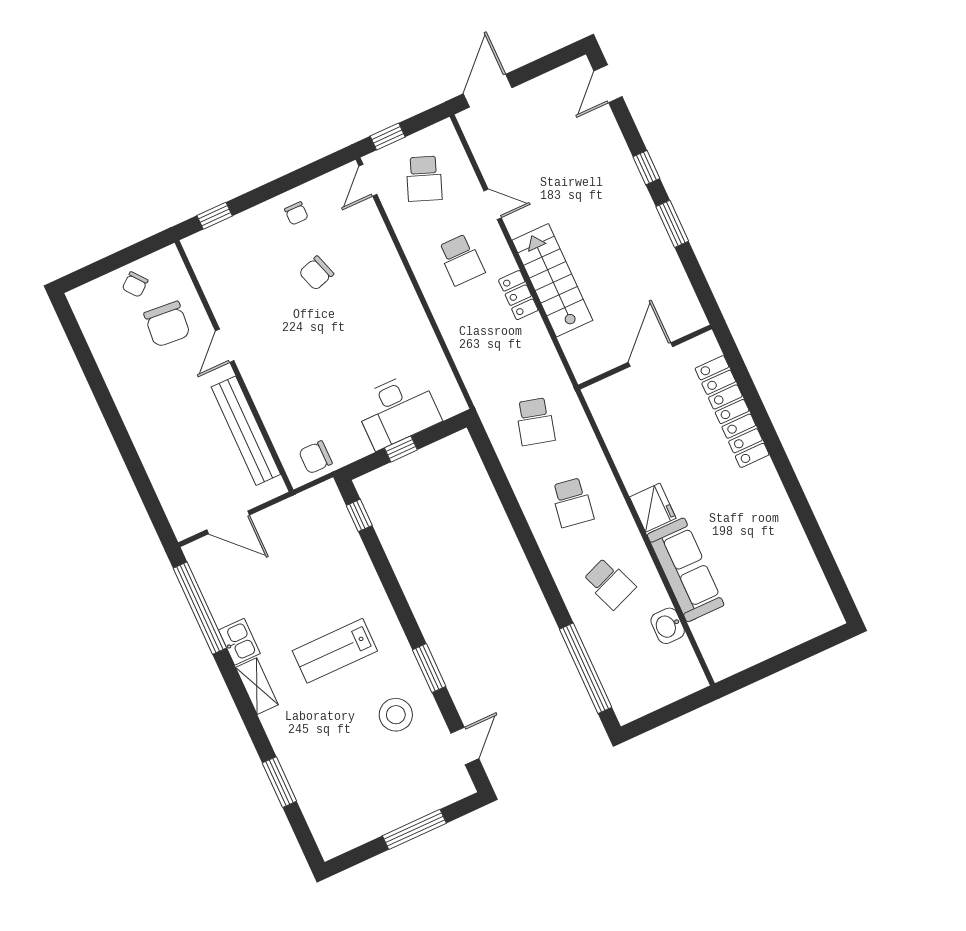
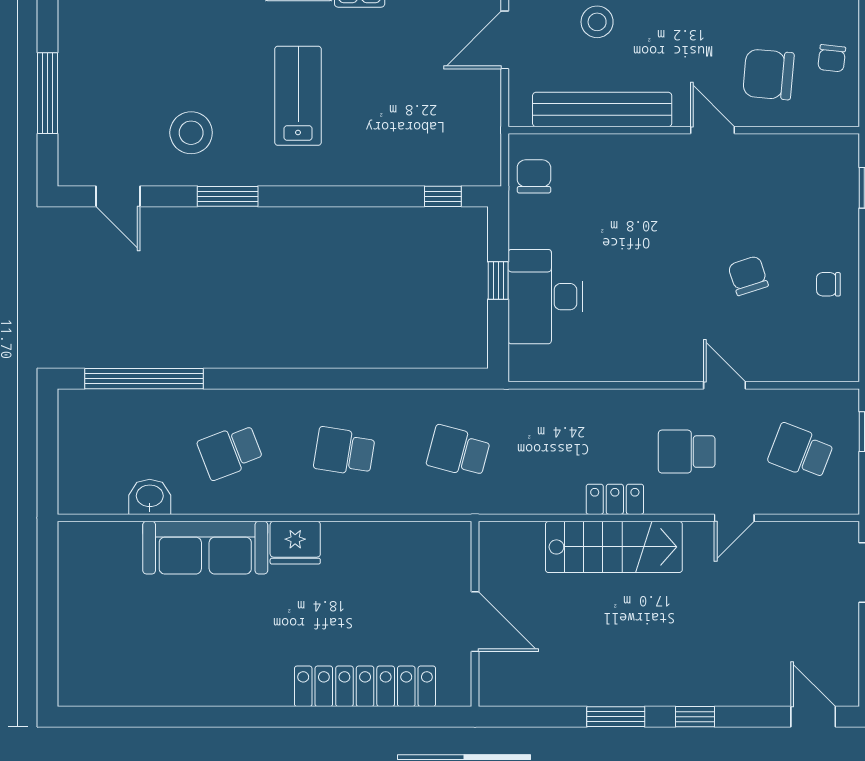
door: (368, 180) -> (725, 385), moved
chair: (135, 284) -> (832, 58), turned -135
stool: (185, 463) -> (597, 22), added

